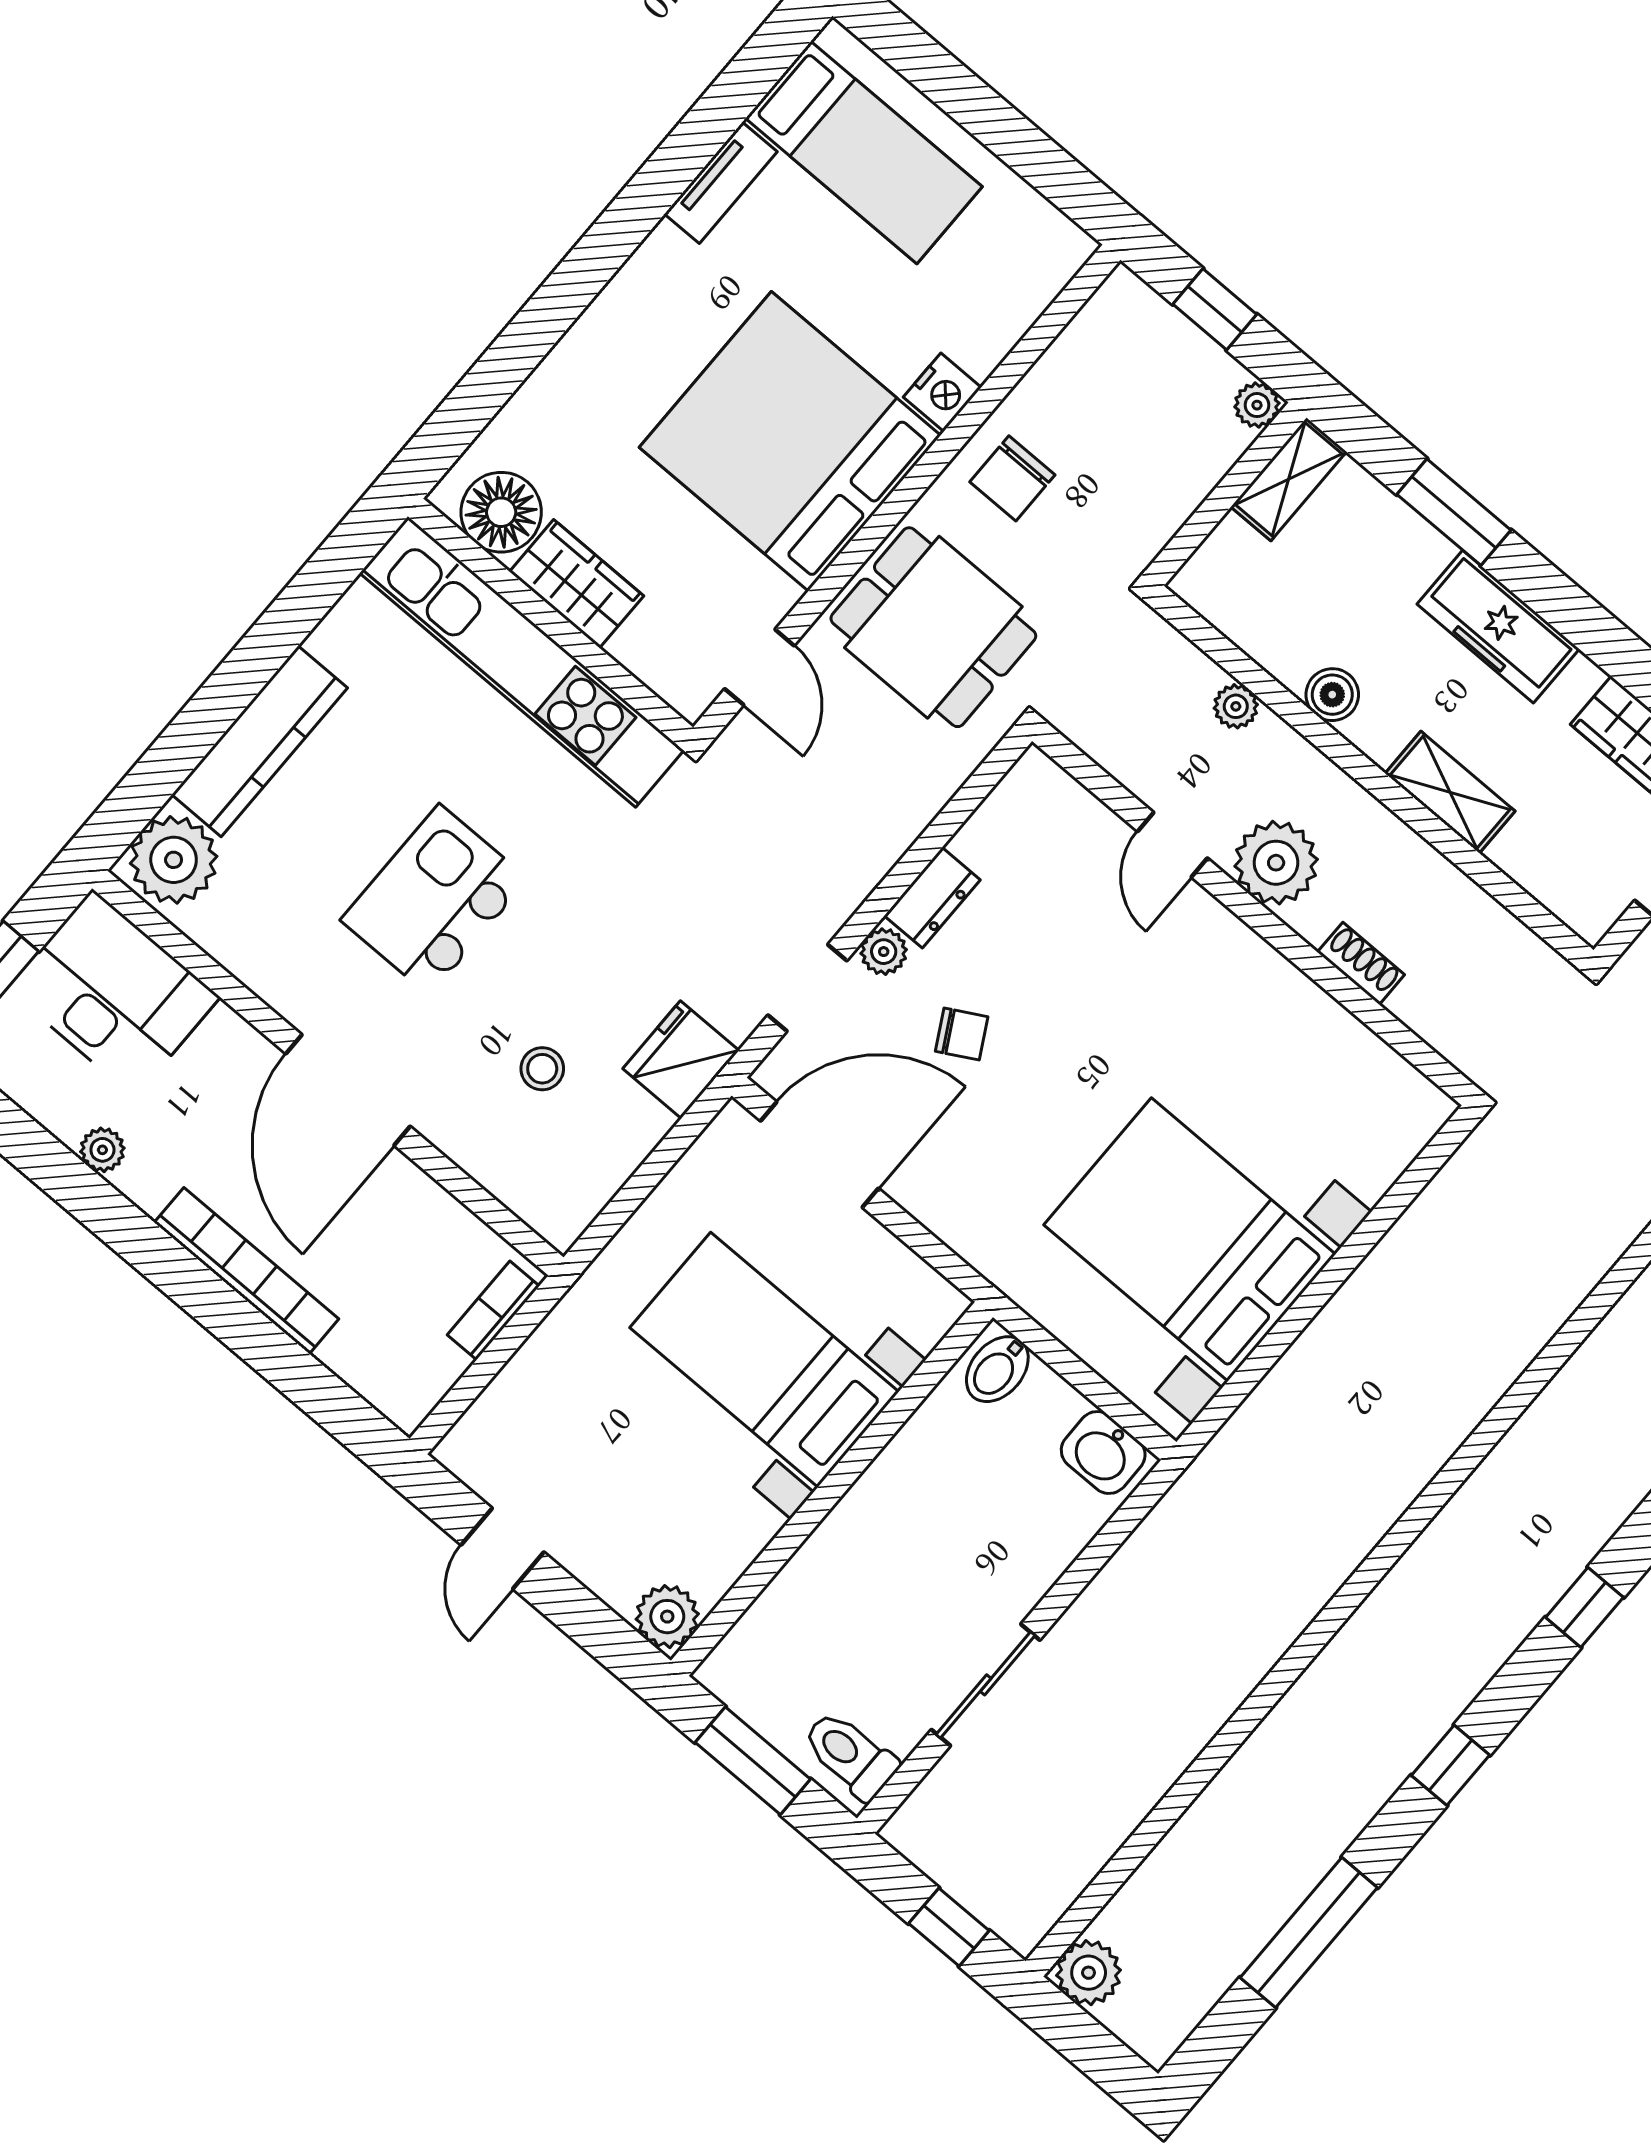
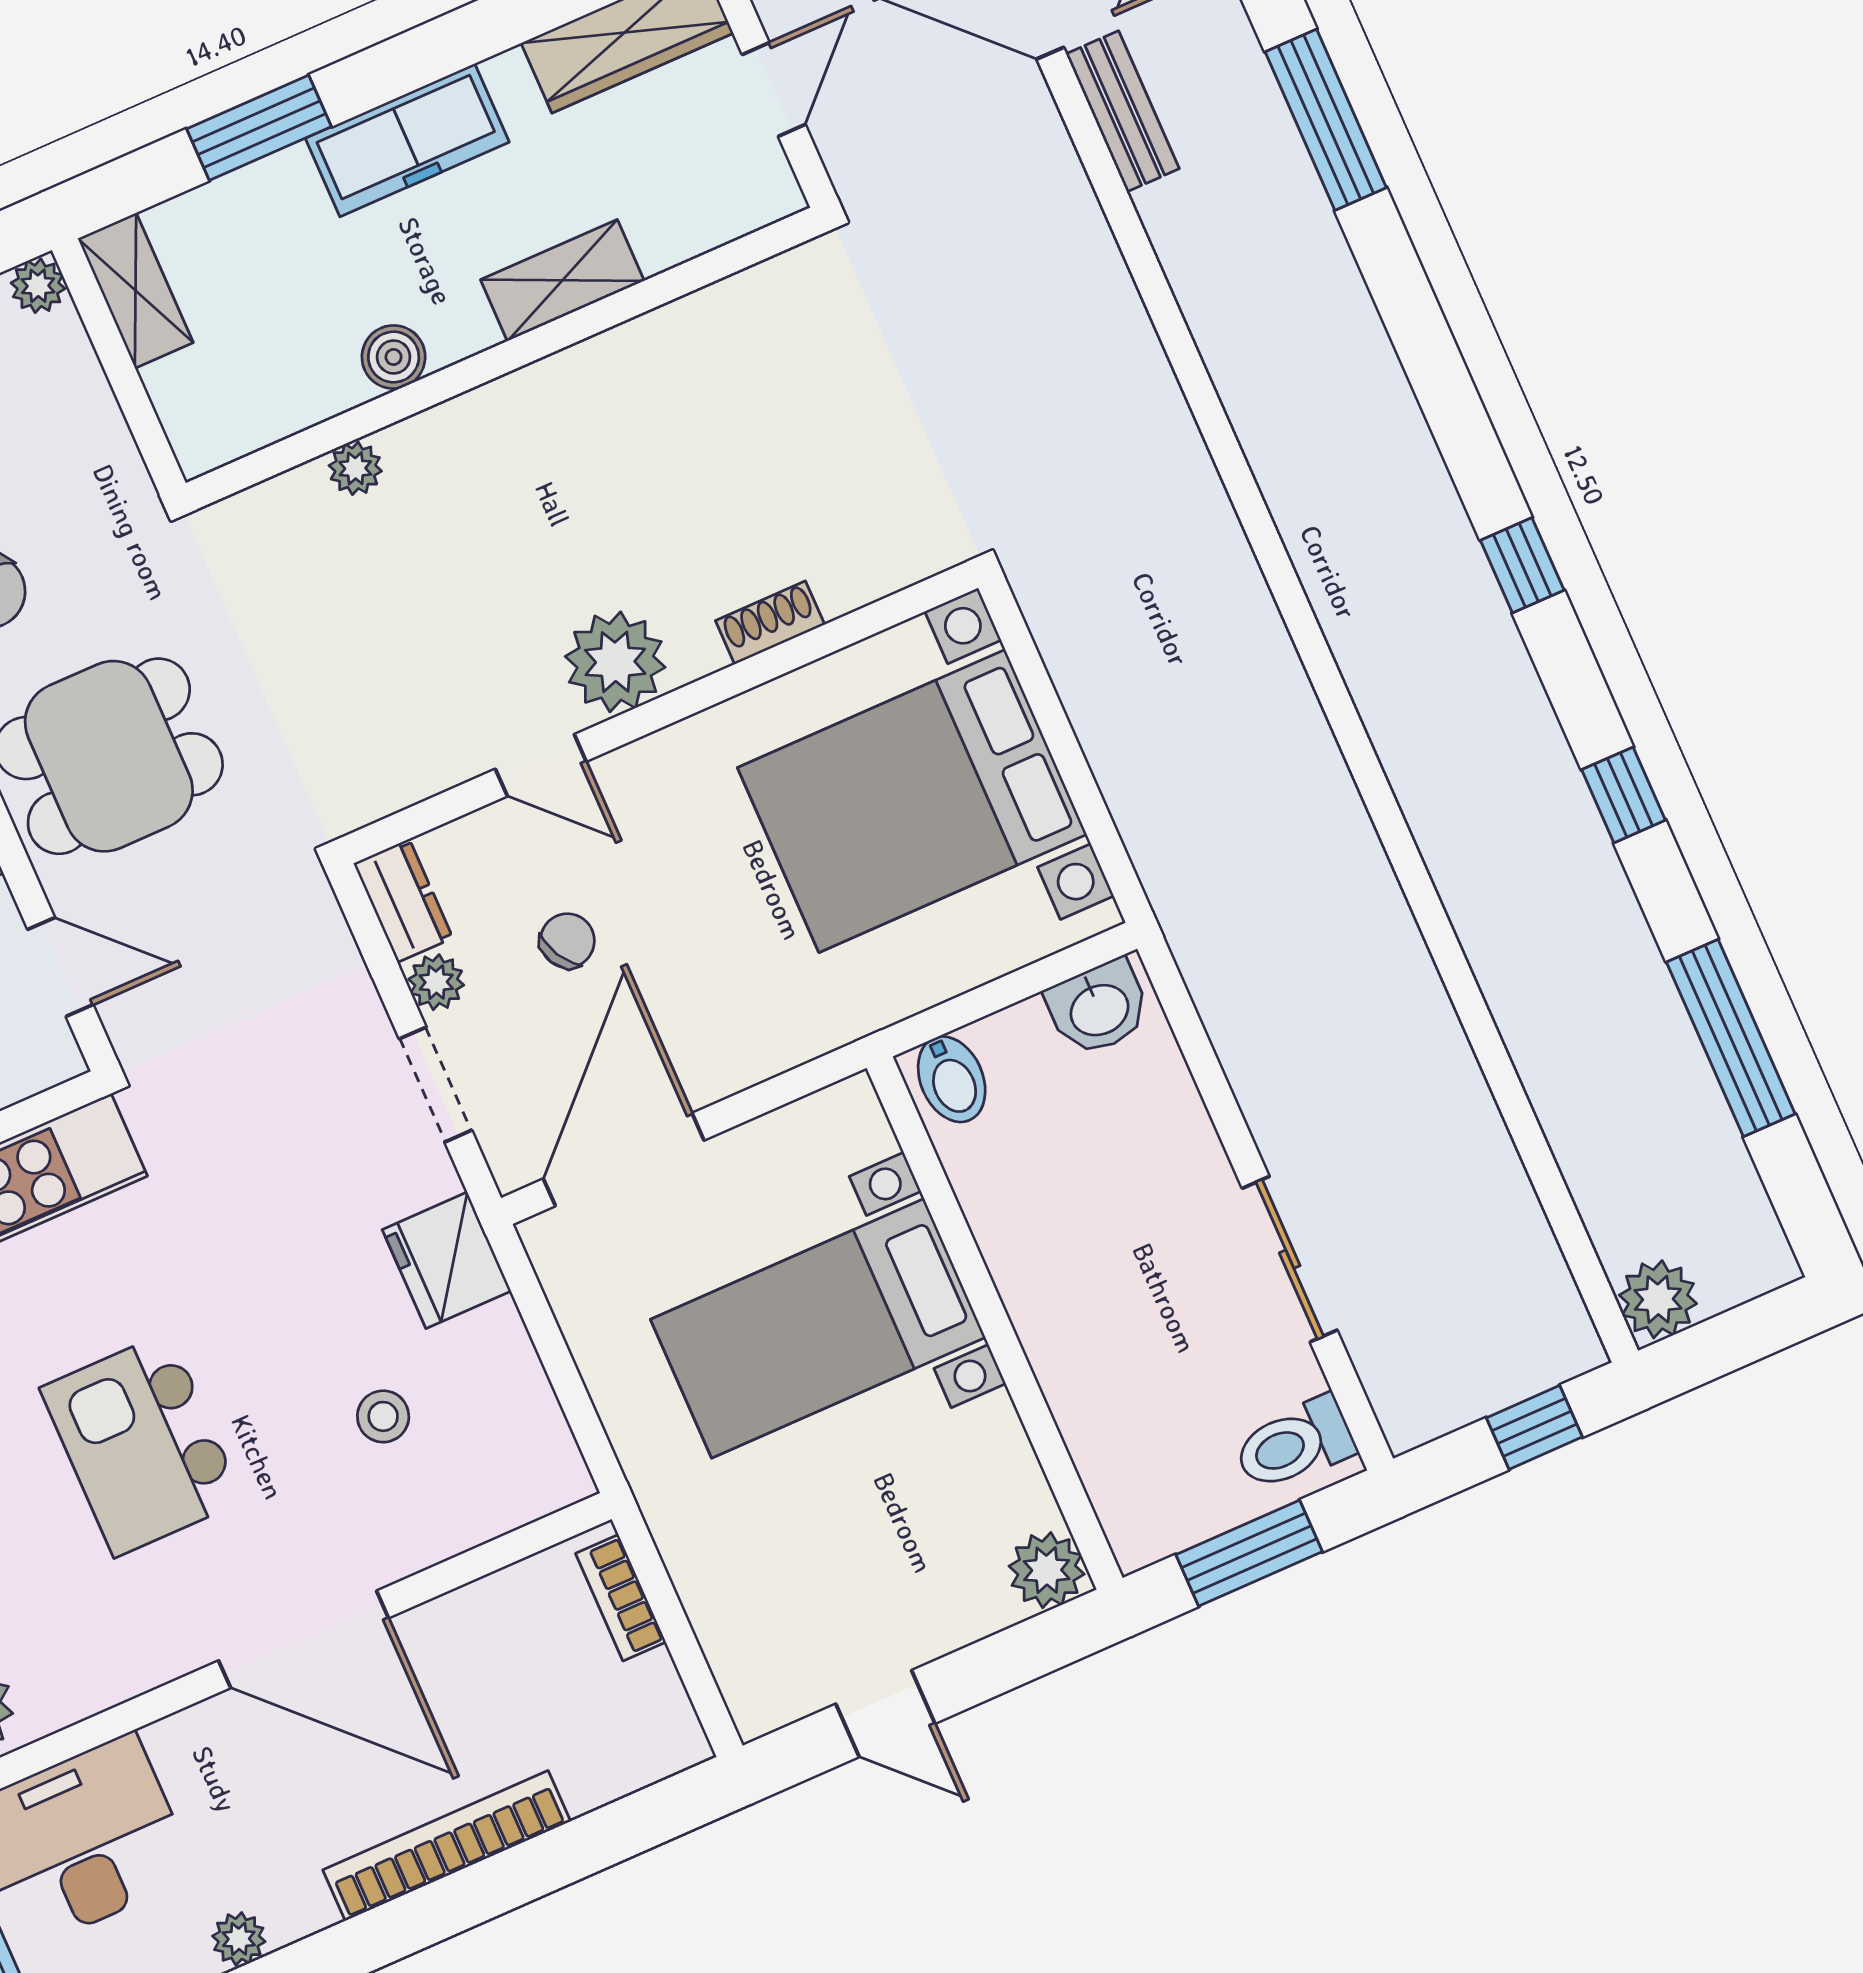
door: (1173, 845) -> (541, 765), moved
plant: (1276, 863) -> (615, 662), moved
wall: (1254, 914) -> (660, 713), moved
shoe rack: (1361, 963) -> (770, 623), moved

